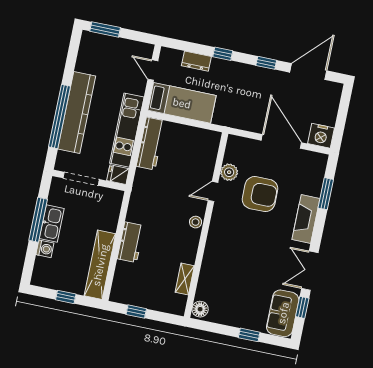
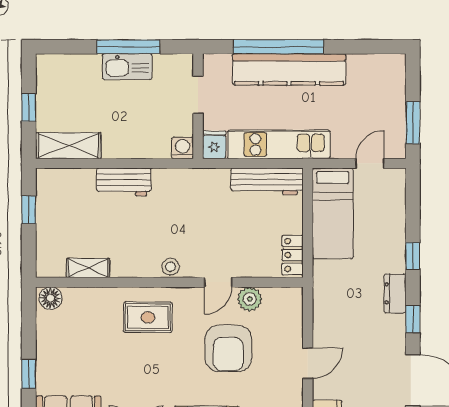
window: (105, 29) -> (413, 123), moved
dresser: (196, 61) -> (395, 293), moved
locker: (205, 136) -> (293, 255), added
door: (281, 141) -> (308, 363), width x0.53
doorway: (81, 179) -> (198, 95), width x0.73
door: (213, 192) -> (218, 282), swing flipped
rug: (227, 245) -> (148, 317), added
washing machine: (45, 249) -> (183, 148), moved, turned 180
shelving: (100, 265) -> (68, 146), width x0.68

